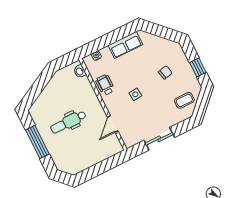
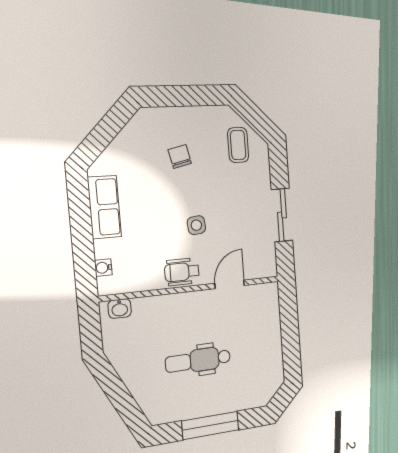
window: (198, 67) -> (193, 96), removed
wheelchair: (105, 85) -> (182, 272), moved
dental chair: (68, 122) -> (198, 360), turned 90
door: (113, 124) -> (230, 284), swing flipped

